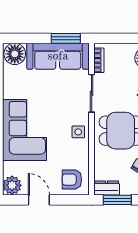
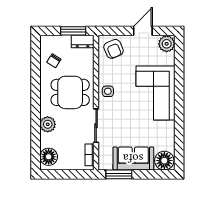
sofa: (58, 56) -> (133, 158), width x0.73
armchair: (72, 180) -> (114, 49), turned 67
door: (39, 200) -> (143, 31), swing flipped

